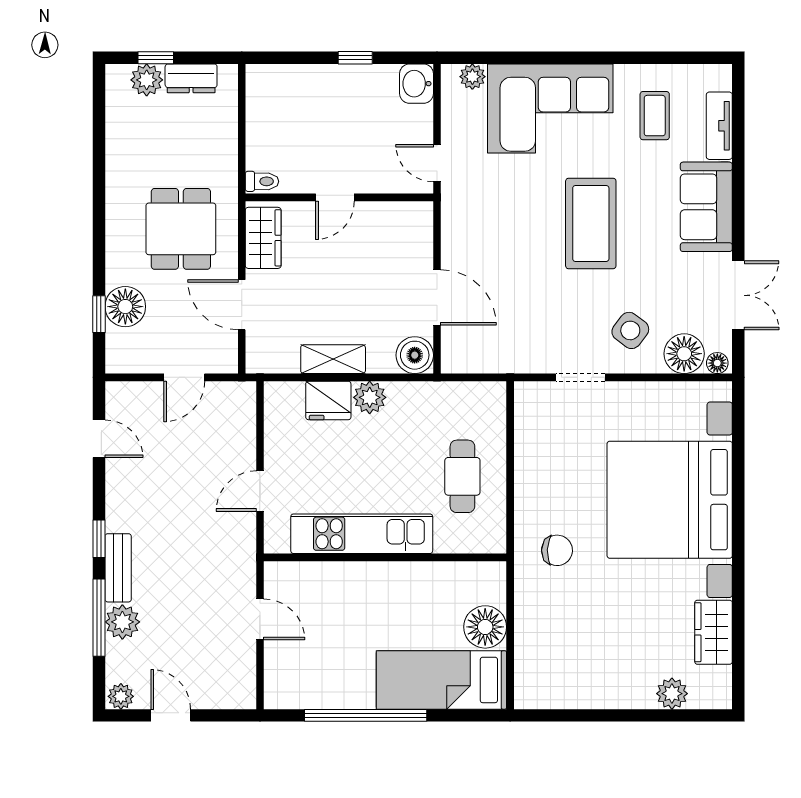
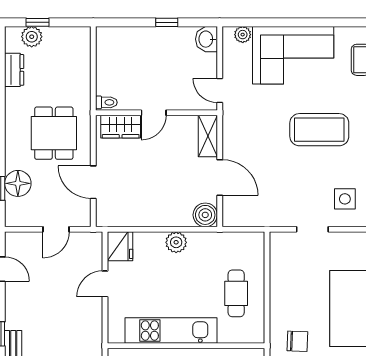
dresser: (191, 78) -> (14, 70), moved, turned -90
coffee table: (591, 223) -> (319, 130), turned 90
wardrobe: (263, 238) -> (121, 127), moved, turned 90
side table: (630, 330) -> (345, 199), turned -37
shelving: (333, 359) -> (208, 136), moved, turned 90
fridge: (328, 400) -> (120, 246), moved, turned -90
door: (260, 491) -> (105, 284), moved

